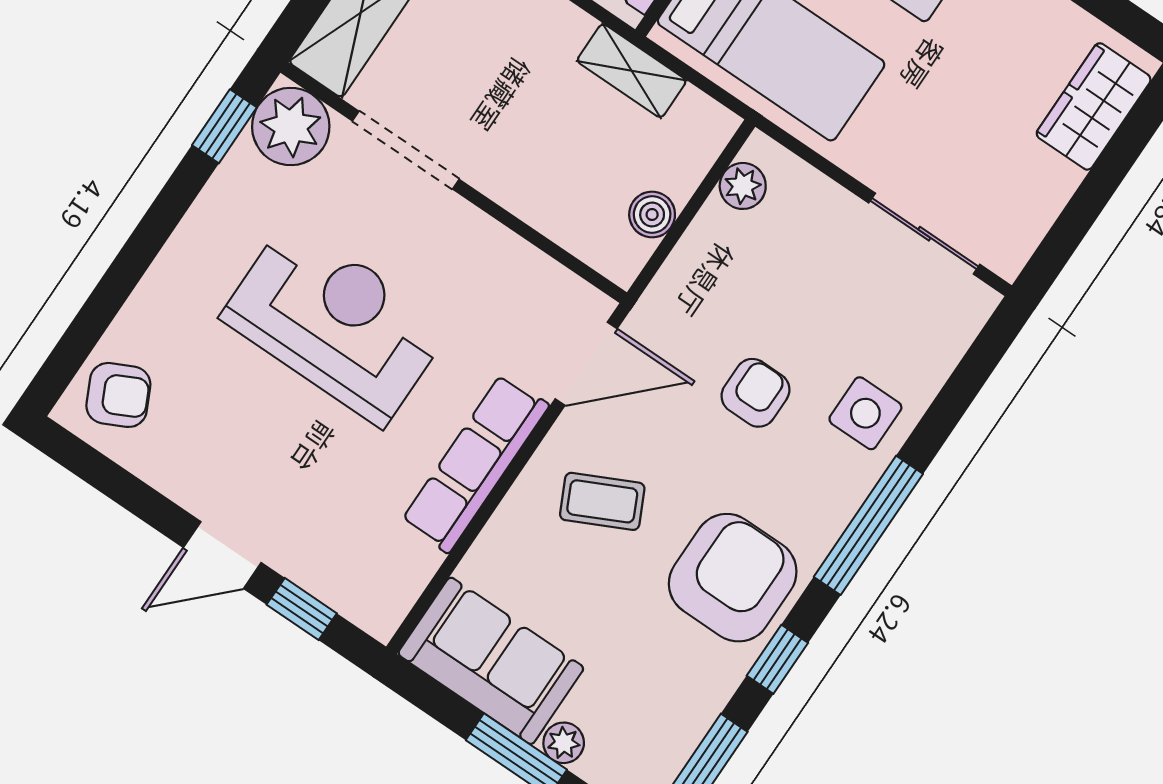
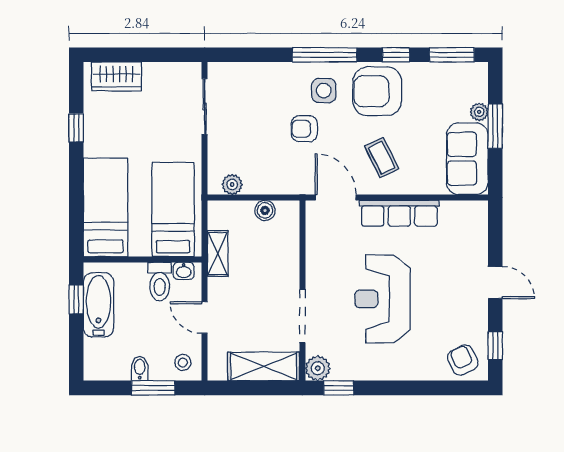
plant: (291, 127) -> (318, 368), width x0.73, depth x0.73
side table: (865, 413) -> (324, 90), moved
window: (302, 609) -> (495, 346), moved

